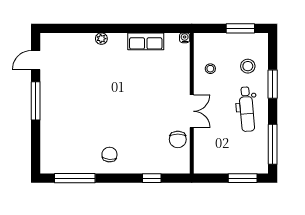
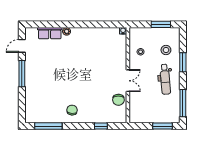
row of seats: (146, 41) -> (50, 33), moved

